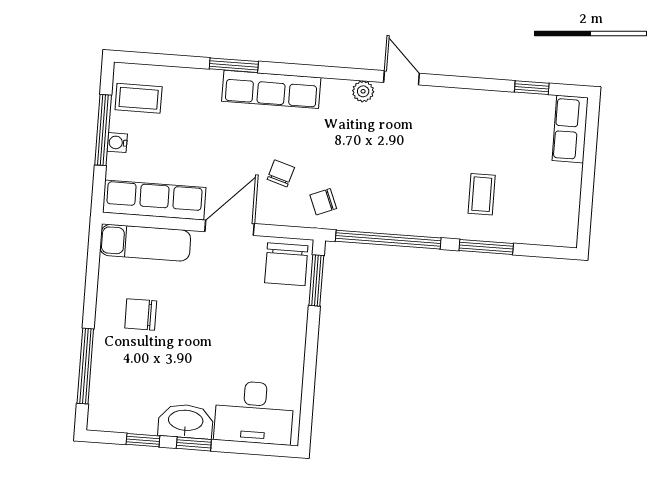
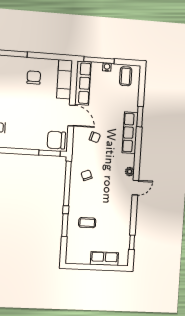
row of seats: (570, 129) -> (104, 259), moved
window: (103, 130) -> (99, 60), moved
chair: (323, 202) -> (87, 175), moved

